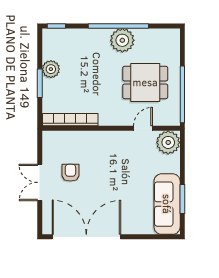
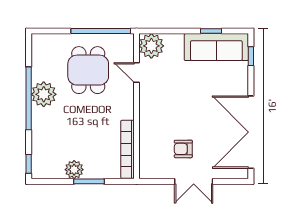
window: (182, 199) -> (211, 31), width x0.67
window: (158, 237) -> (251, 56), added

